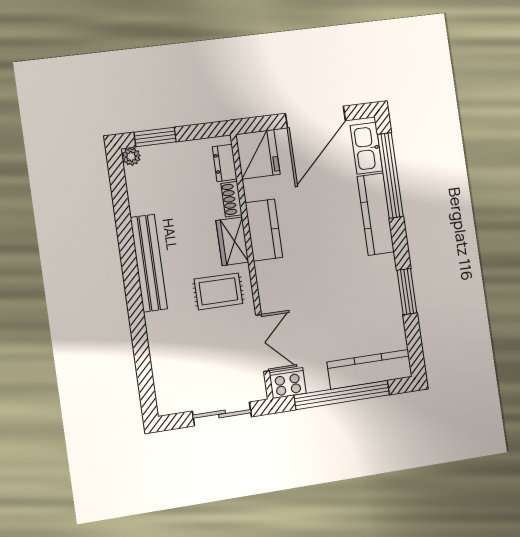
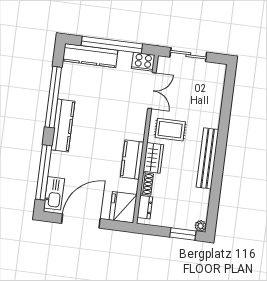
kitchen counter: (376, 214) -> (63, 125), moved
window: (407, 292) -> (53, 97), width x2.11
double door: (263, 343) -> (152, 91), swing flipped

